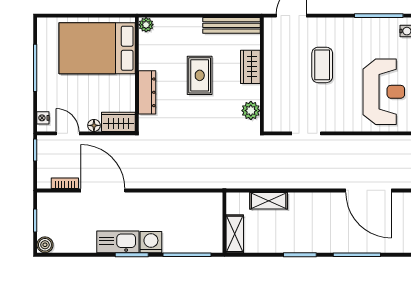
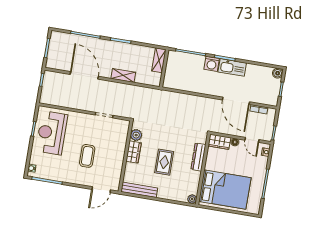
wardrobe: (250, 67) -> (134, 152), moved
door: (369, 190) -> (84, 75), moved
shelving: (269, 201) -> (123, 75), moved

